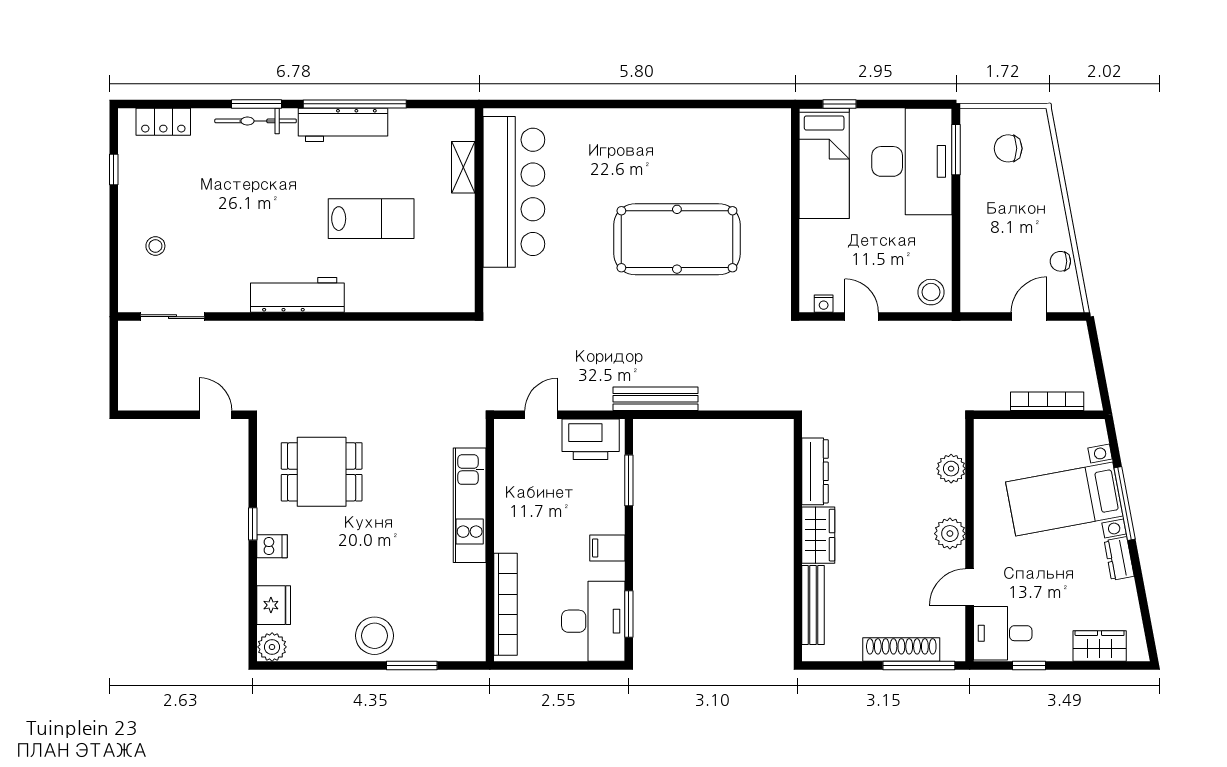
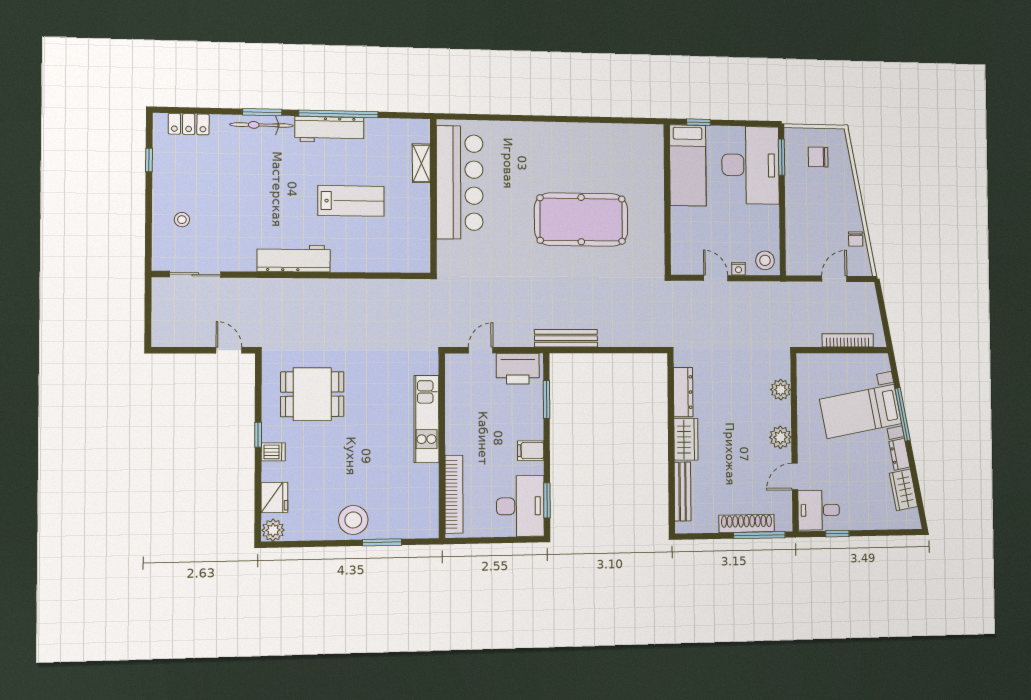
chair: (1060, 261) -> (856, 239), turned -90
nightstand: (824, 304) -> (738, 269), moved
wardrobe: (1100, 646) -> (903, 490), moved, turned -101

